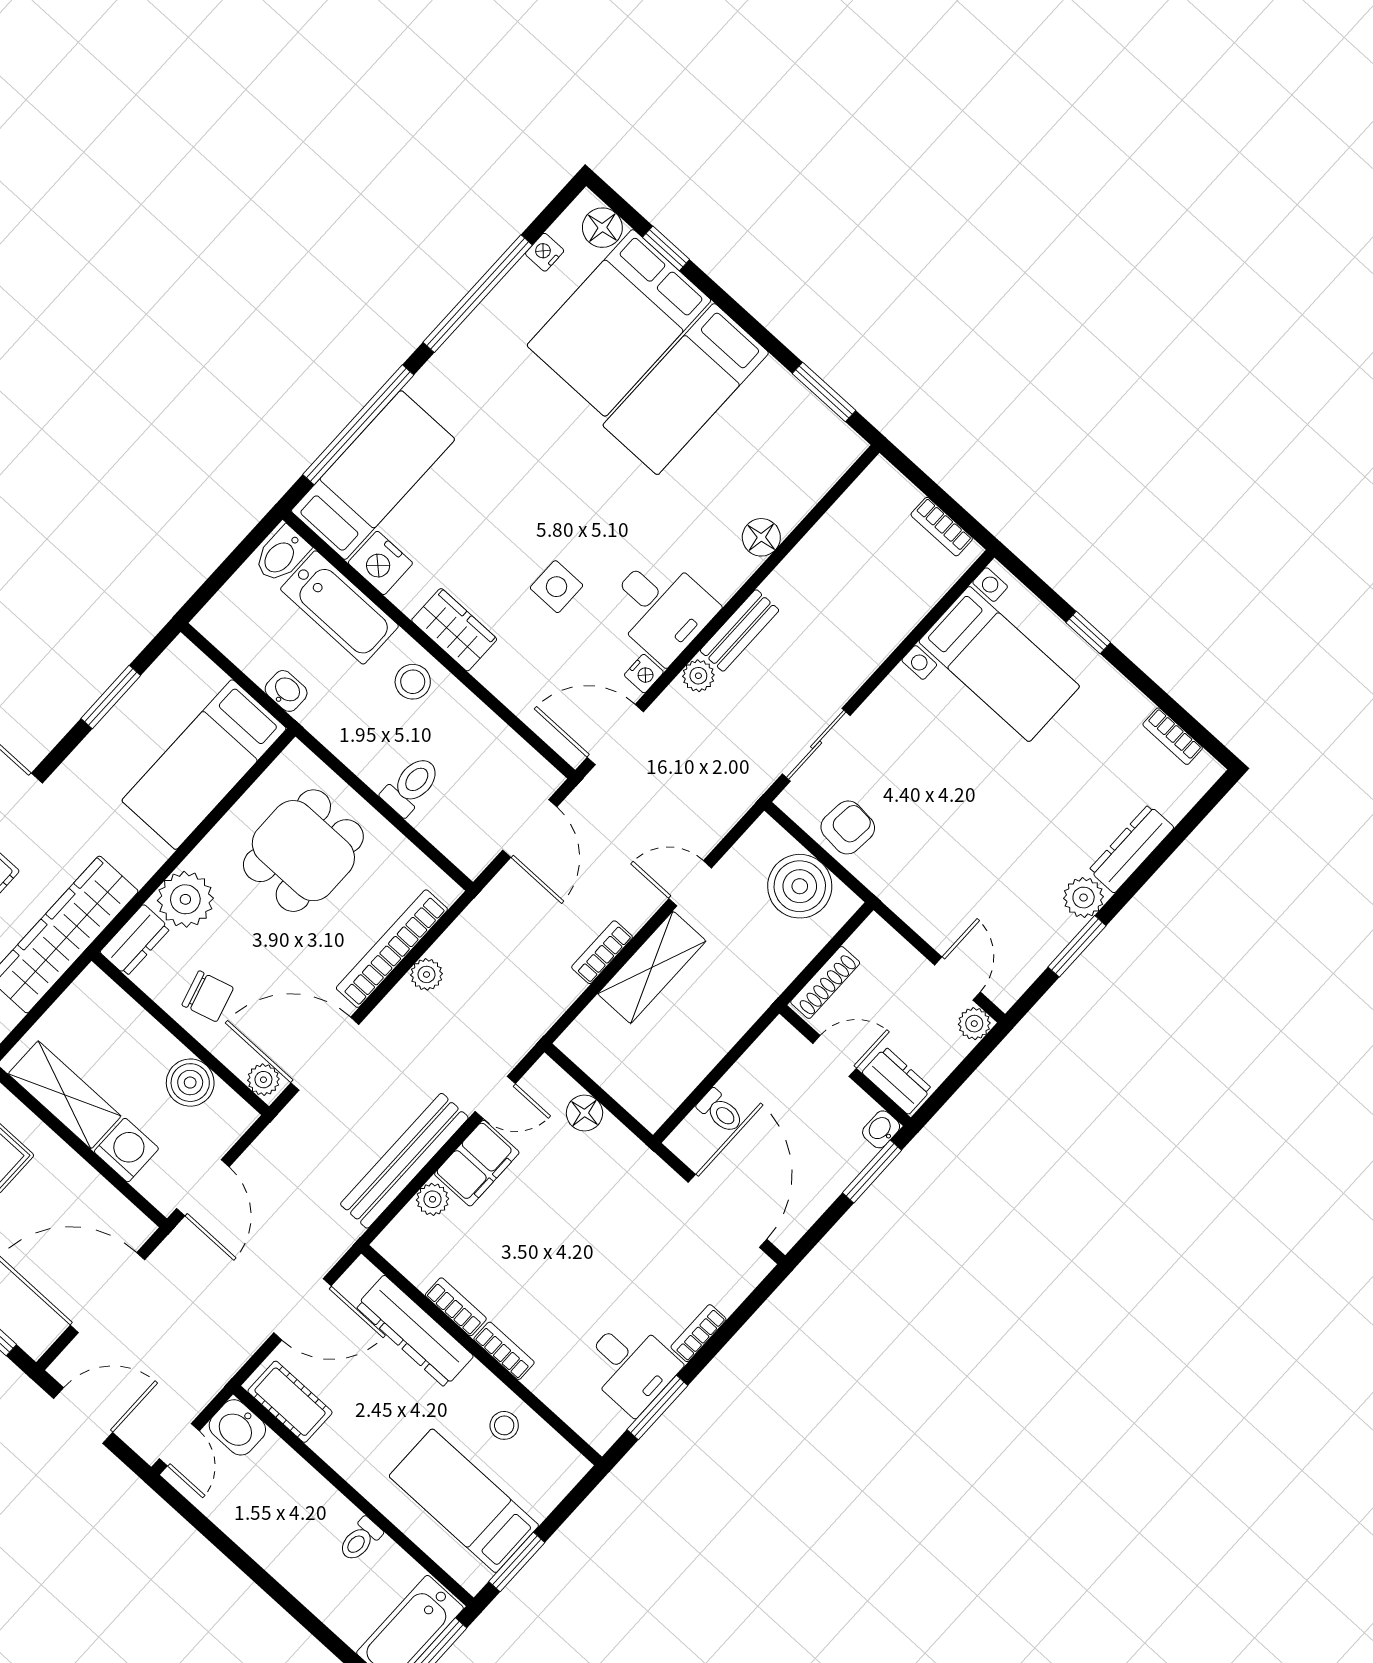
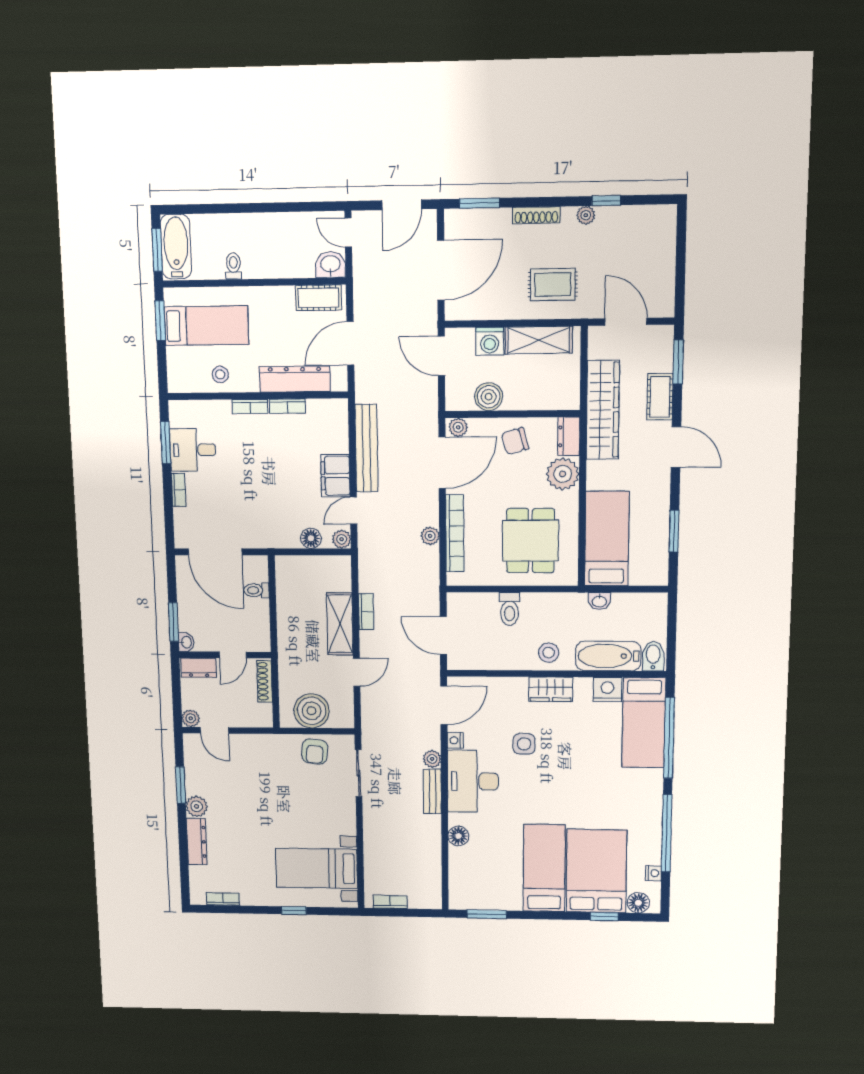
desk: (661, 608) -> (473, 781), width x1.37
plant: (433, 1199) -> (342, 539), moved

